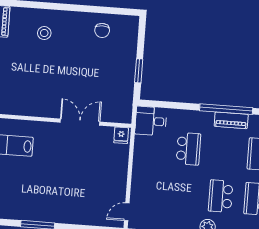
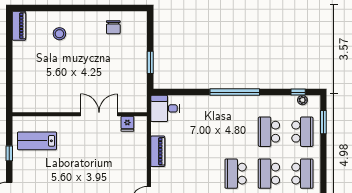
piano: (231, 120) -> (158, 151), moved, turned -90
fridge: (121, 135) -> (127, 124), moved
school desk: (188, 149) -> (202, 132), removed

